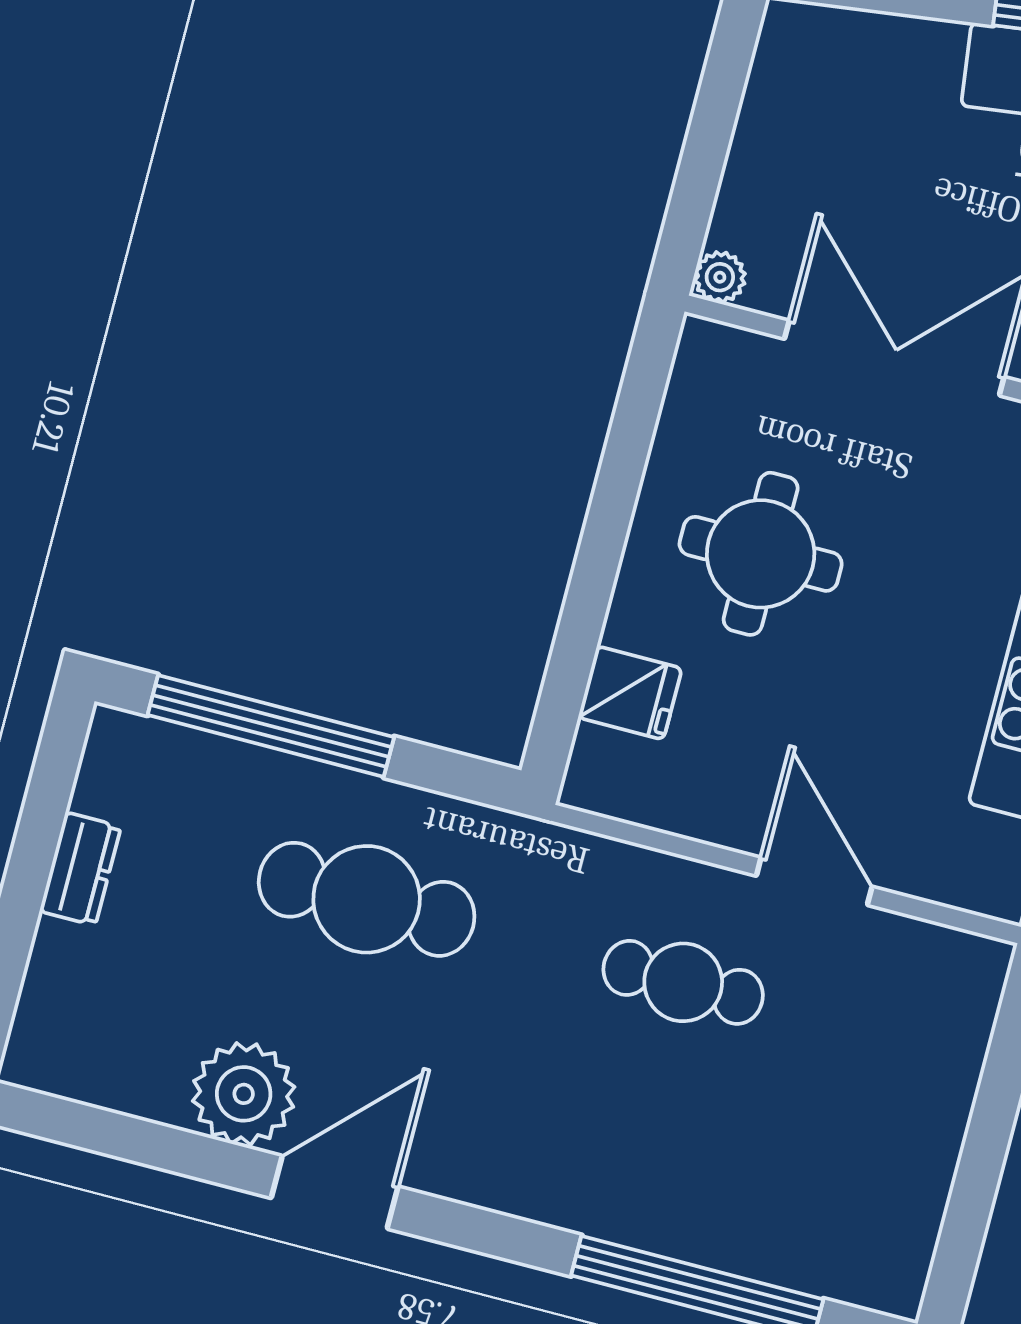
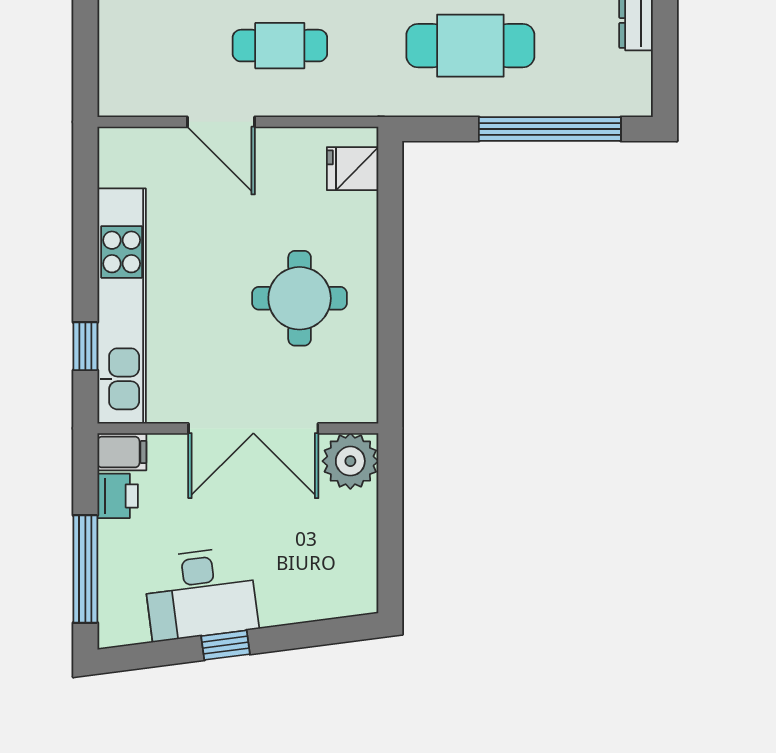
plant: (720, 277) -> (350, 461), width x1.87, depth x1.87
fridge: (630, 693) -> (353, 169), moved

